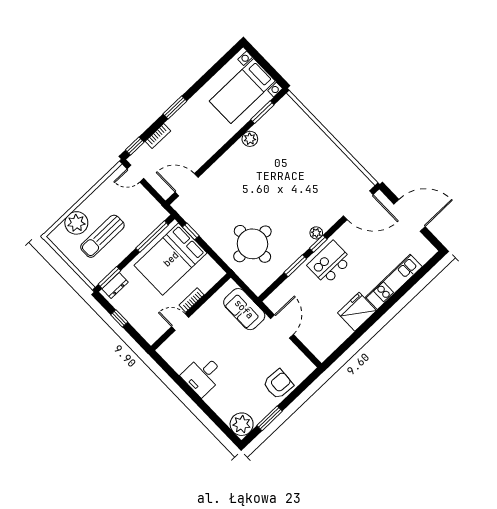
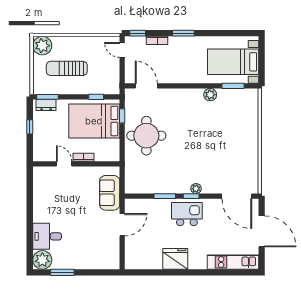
plant: (76, 223) -> (42, 46), moved
window: (152, 237) -> (96, 97), width x0.46
round table: (252, 244) -> (146, 136), moved
kitchen unit: (394, 282) -> (233, 262), moved
desk: (203, 375) -> (47, 236), moved
armchair: (278, 384) -> (87, 257), removed

